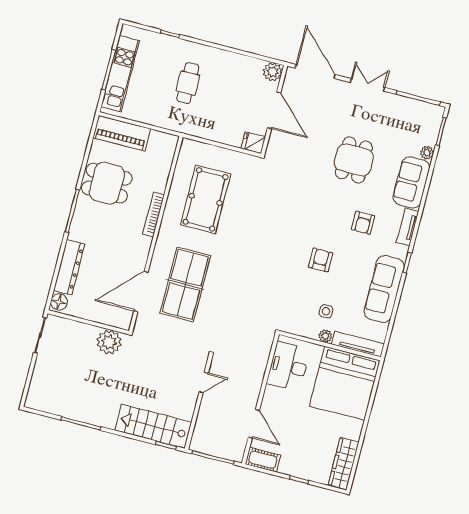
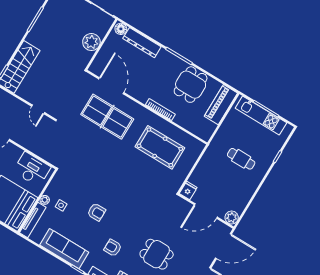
plant: (109, 342) -> (91, 42), moved

